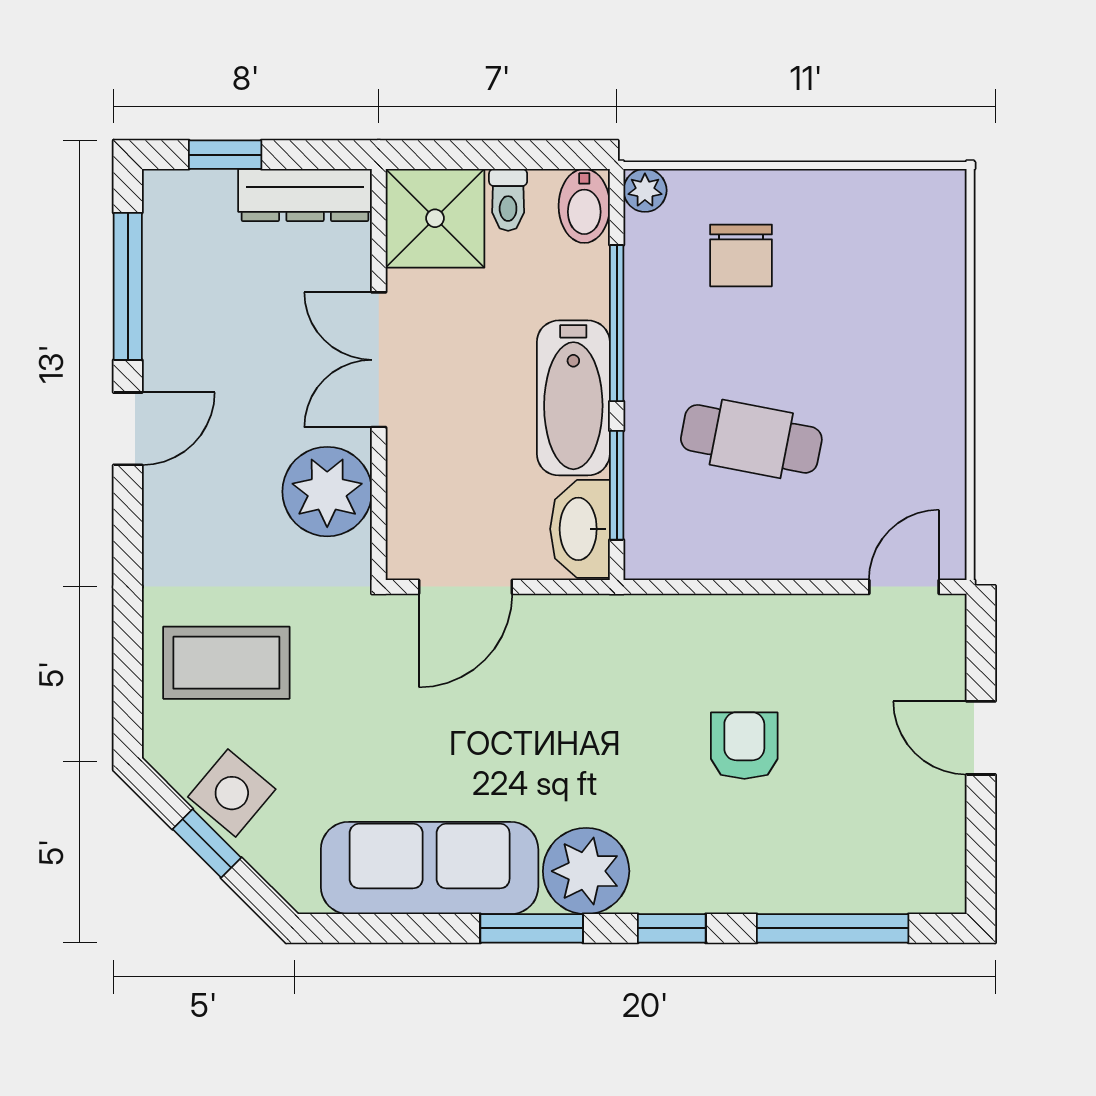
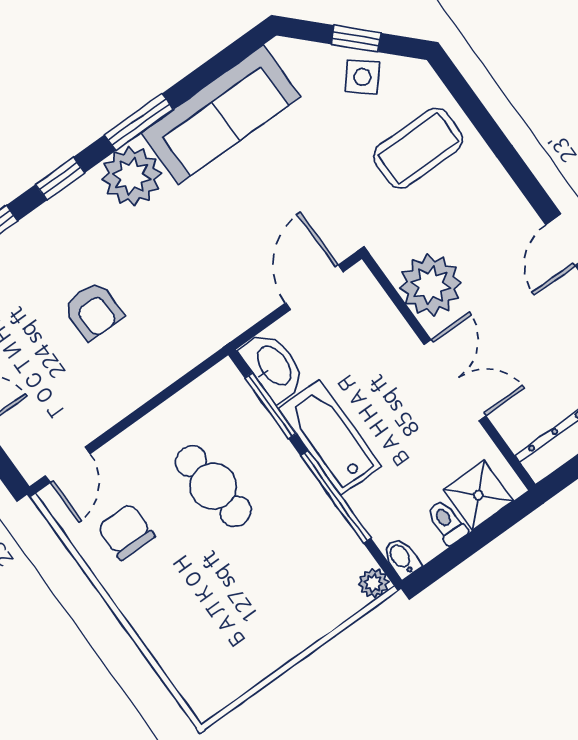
bidet: (584, 206) -> (401, 558), width x0.72, depth x0.74
shower: (435, 218) -> (478, 495), width x0.73, depth x0.73
chair: (741, 255) -> (126, 532), moved
cafe table: (751, 439) -> (213, 486), turned 73
side table: (232, 793) -> (362, 77), width x0.73, depth x0.73

